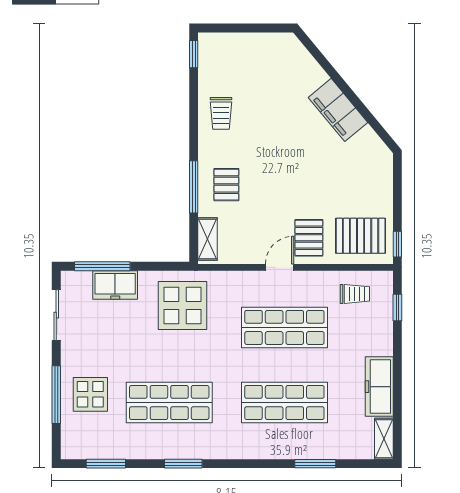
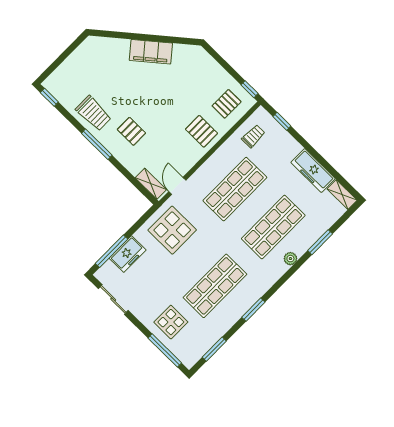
trolley: (221, 113) -> (93, 113), width x1.36, depth x1.39
pallet: (226, 185) -> (131, 131), moved
window: (194, 187) -> (97, 144), moved
pallet: (361, 236) -> (227, 104), width x0.67, depth x0.71
door: (280, 267) -> (177, 186), moved
window: (56, 395) -> (165, 350), moved
plant: (270, 450) -> (290, 259), added

